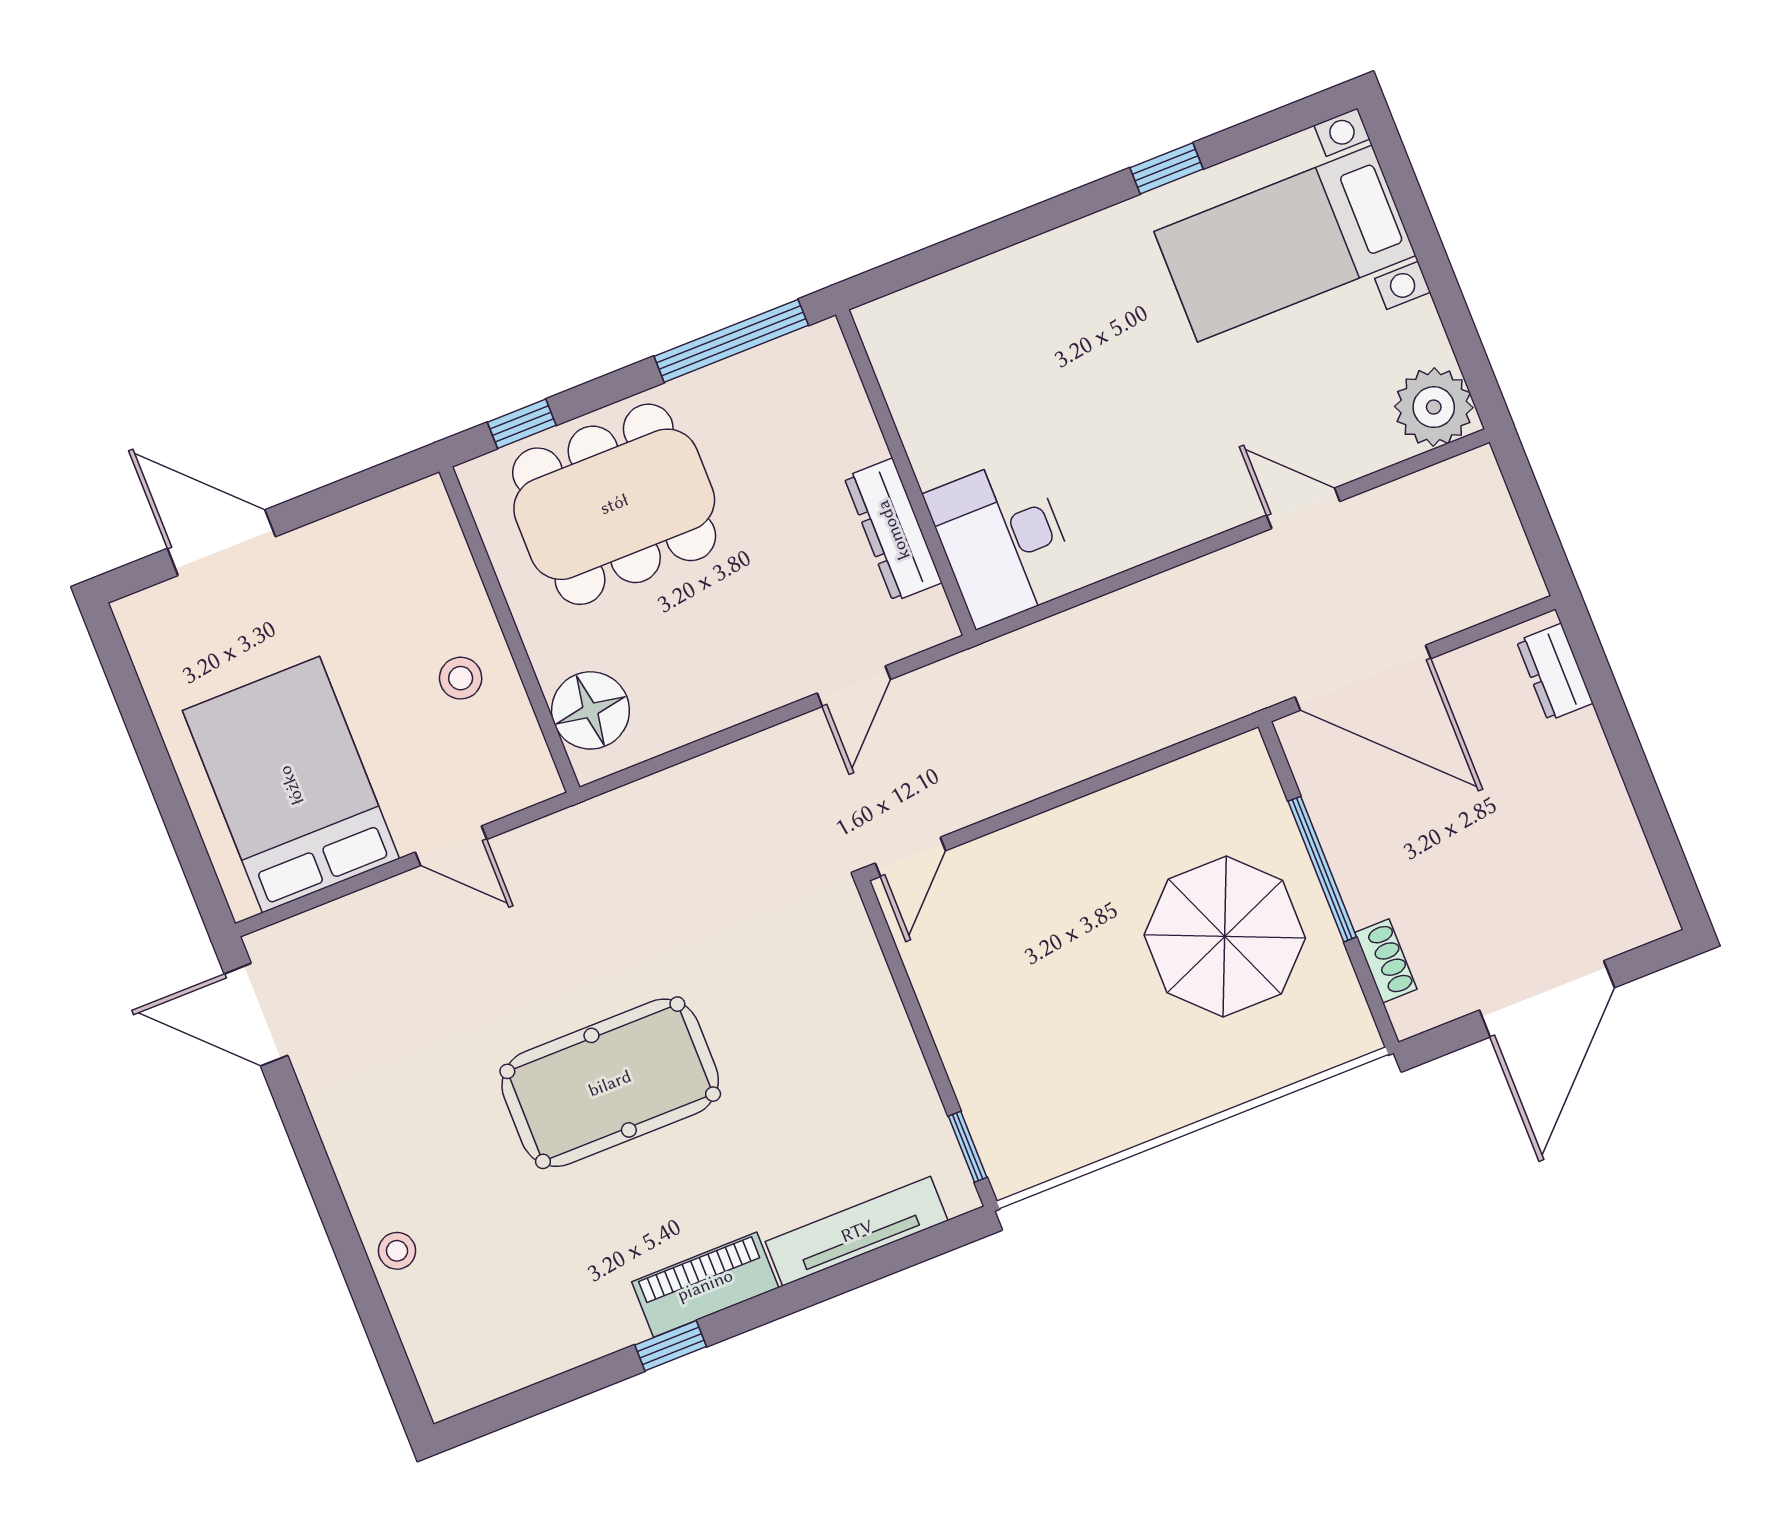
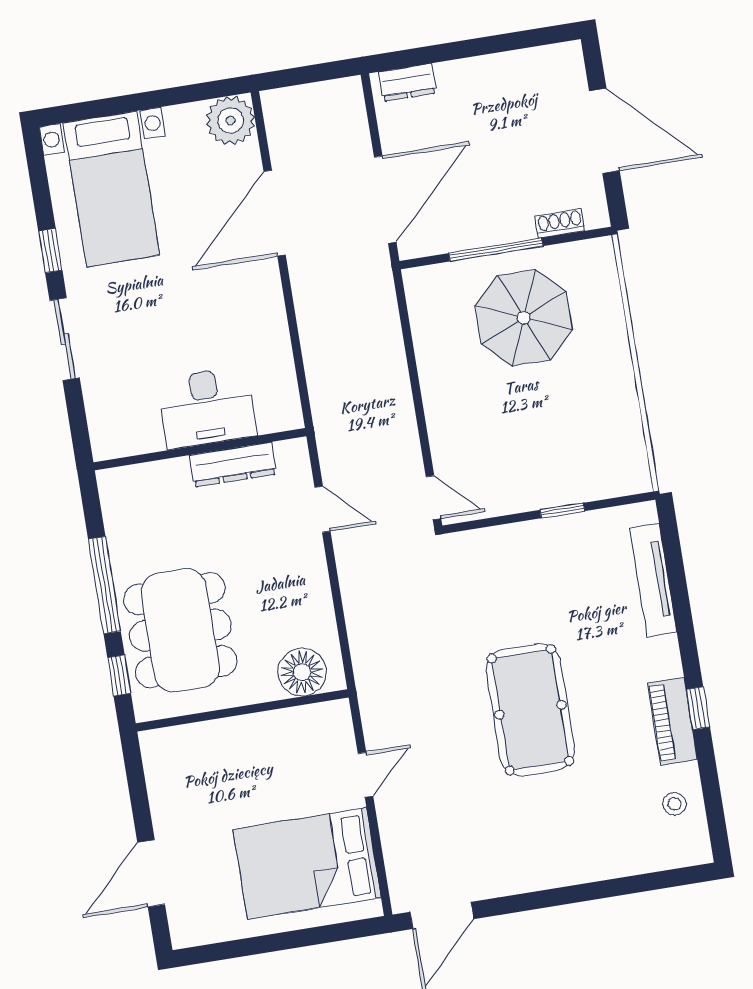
sliding door: (1032, 222) -> (65, 339), added
window: (731, 341) -> (104, 585), moved
door: (1303, 508) -> (275, 213), width x1.88
desk: (1002, 541) -> (207, 408), moved
stool: (461, 678) -> (265, 746), removed
window: (968, 1147) -> (562, 510), moved
stool: (397, 1251) -> (674, 804), moved
piano: (705, 1285) -> (672, 721), moved

